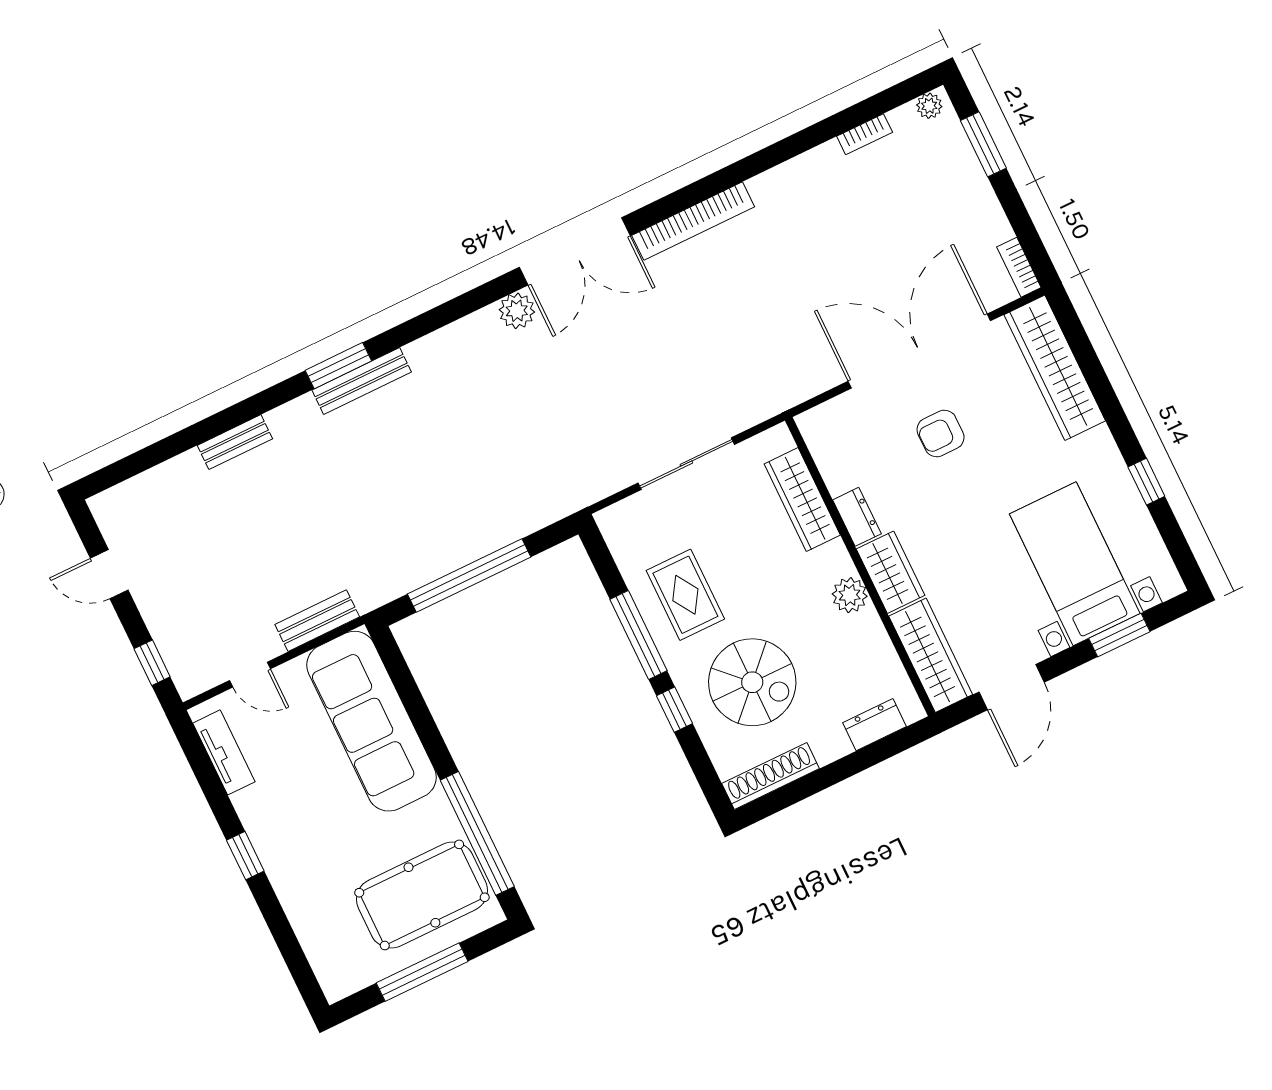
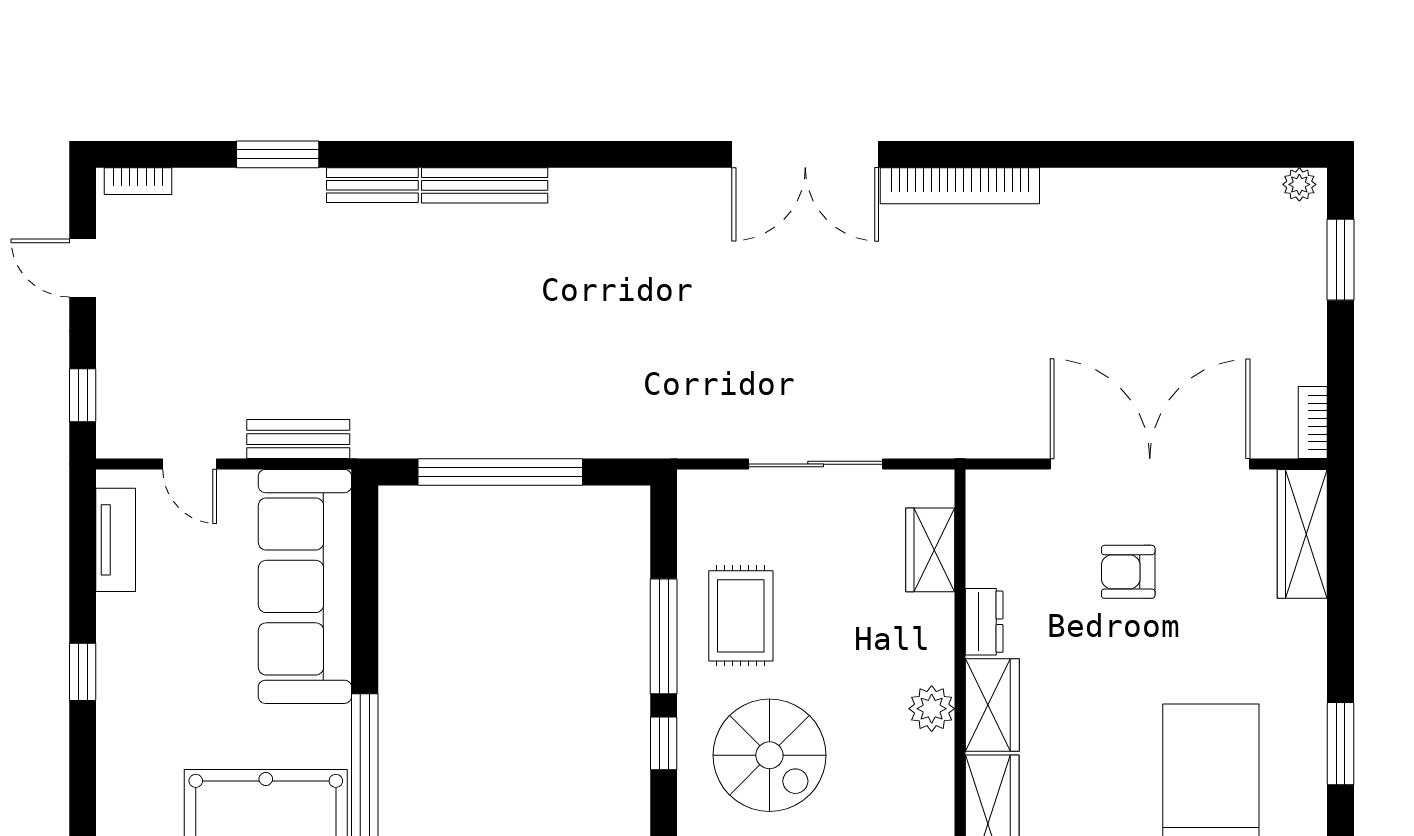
bookcase: (865, 134) -> (138, 181), moved
plant: (517, 311) -> (704, 191), removed
window: (338, 366) -> (278, 154), moved
wardrobe: (1055, 368) -> (1302, 534), width x0.71, depth x0.85
bench: (235, 442) -> (372, 185), moved
window: (1146, 482) -> (1341, 744), width x1.50
wardrobe: (802, 500) -> (930, 550), width x0.67

